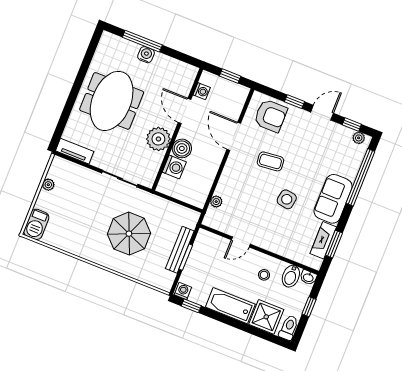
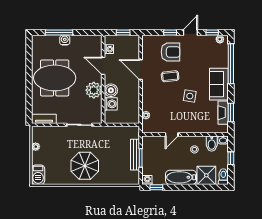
meeting table: (112, 101) -> (55, 78), turned 90
armchair: (271, 116) -> (171, 52), moved
parasol: (129, 234) -> (85, 166), moved

